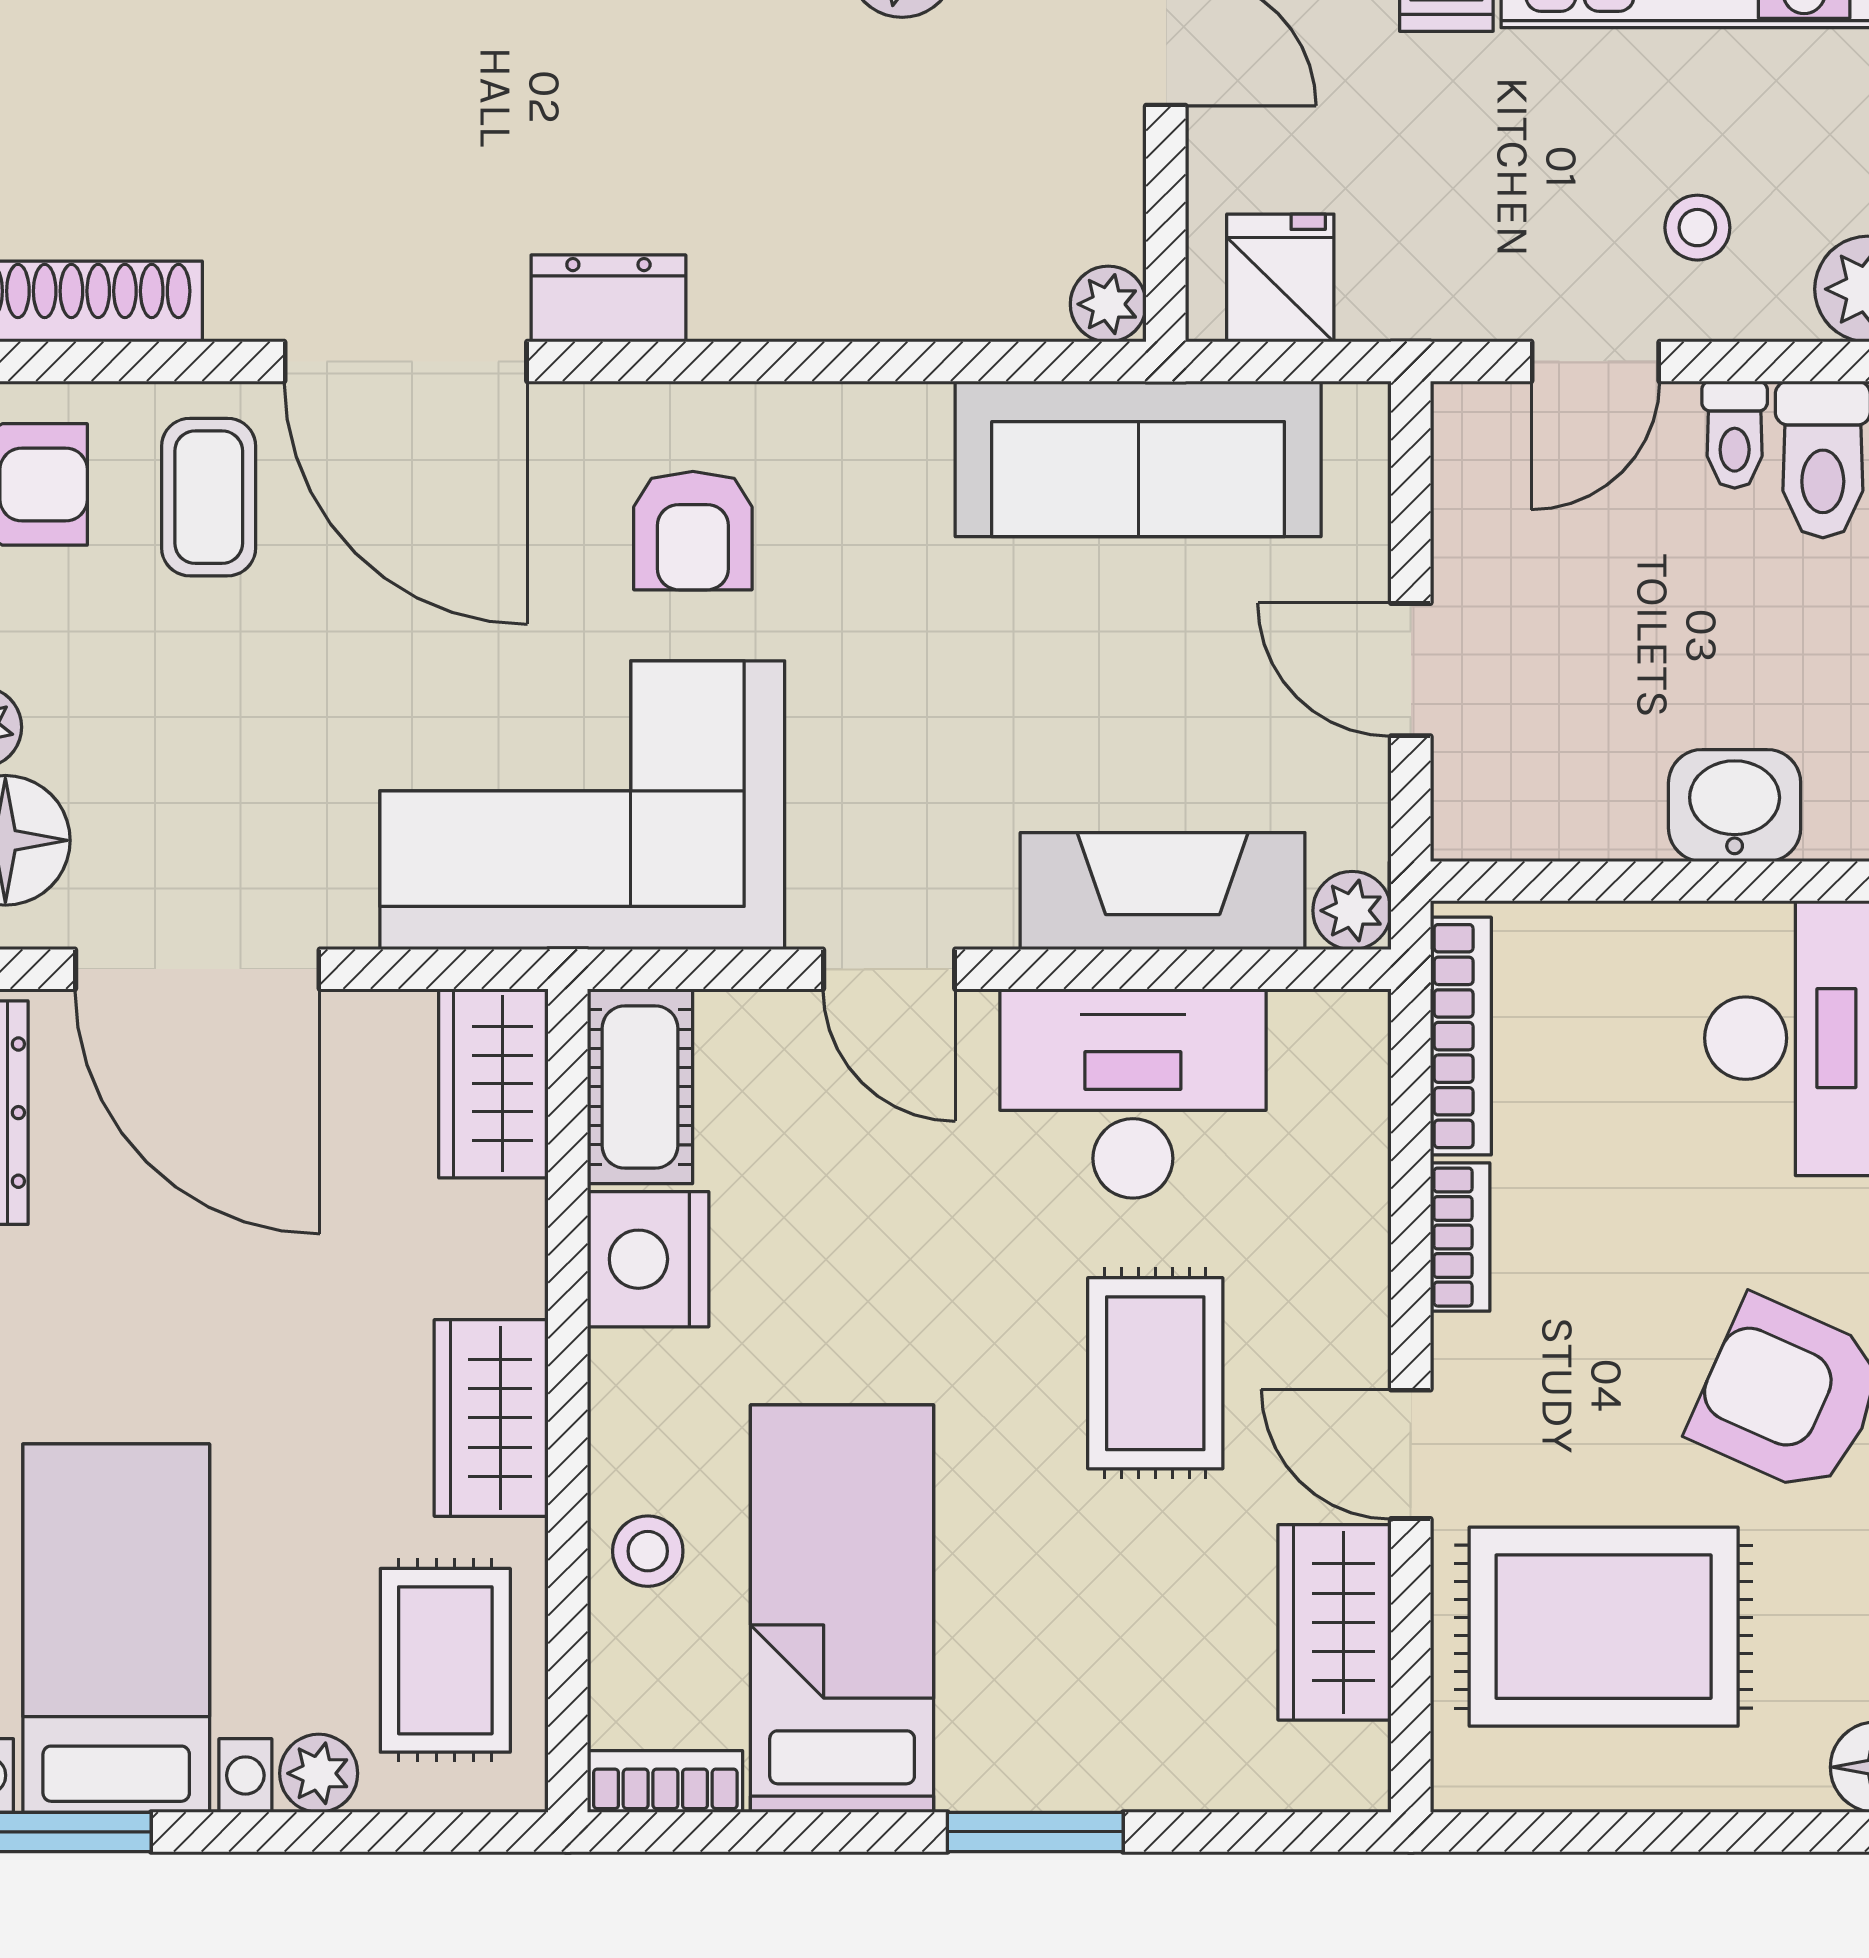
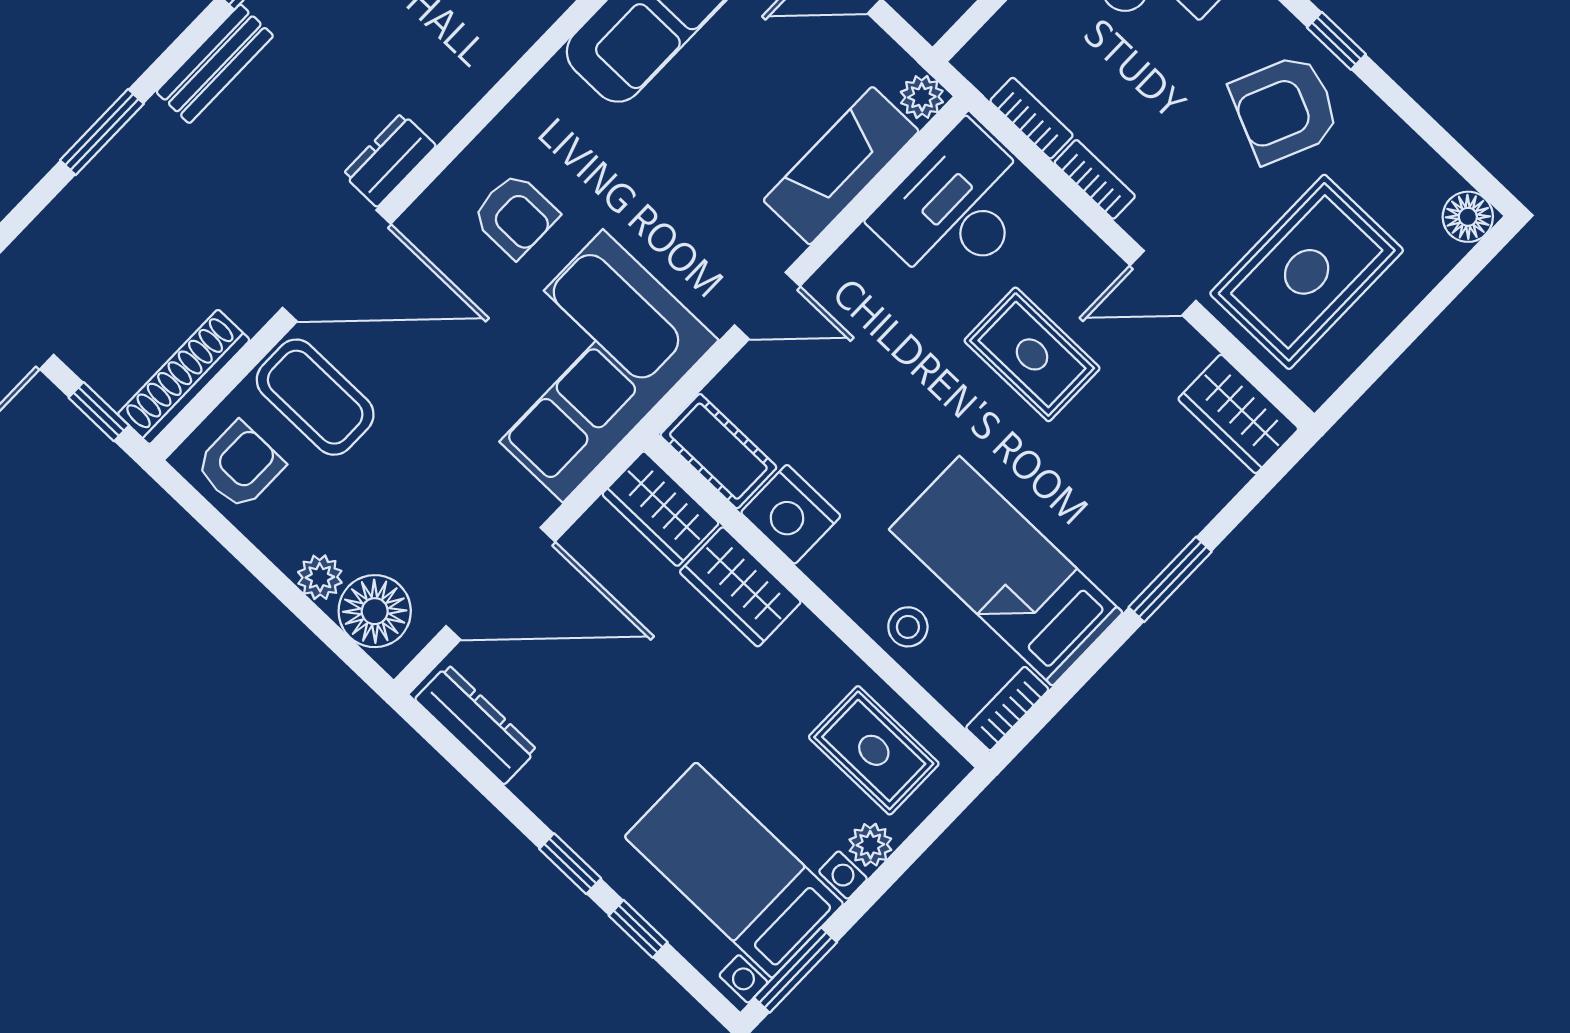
coffee table: (209, 497) -> (315, 397), width x1.36, depth x1.30
bookcase: (1461, 1036) -> (1031, 118), width x0.64
desk: (1133, 1094) -> (956, 208), moved
wardrobe: (491, 1418) -> (740, 587), moved
wardrobe: (1335, 1622) -> (1238, 414), moved

